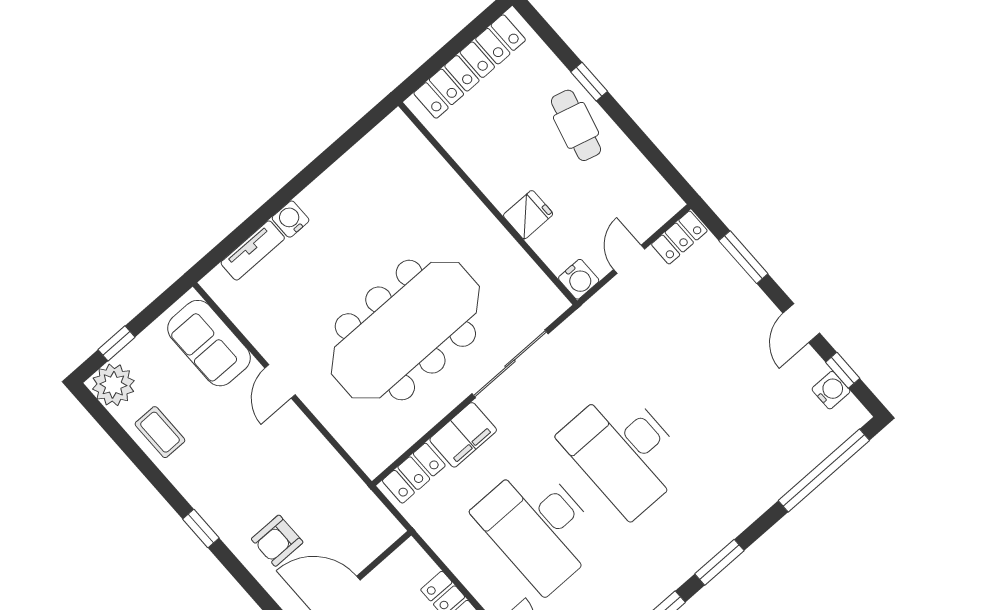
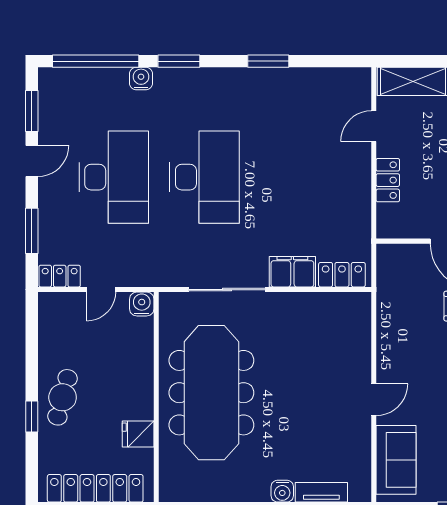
fridge: (528, 215) -> (138, 434), moved
meeting table: (405, 330) -> (211, 393), moved, turned 90
window: (843, 370) -> (32, 111), width x1.50
water cooler: (831, 390) -> (141, 79), moved, turned 90
desk: (539, 527) -> (114, 177), moved
window: (719, 562) -> (179, 61), moved

